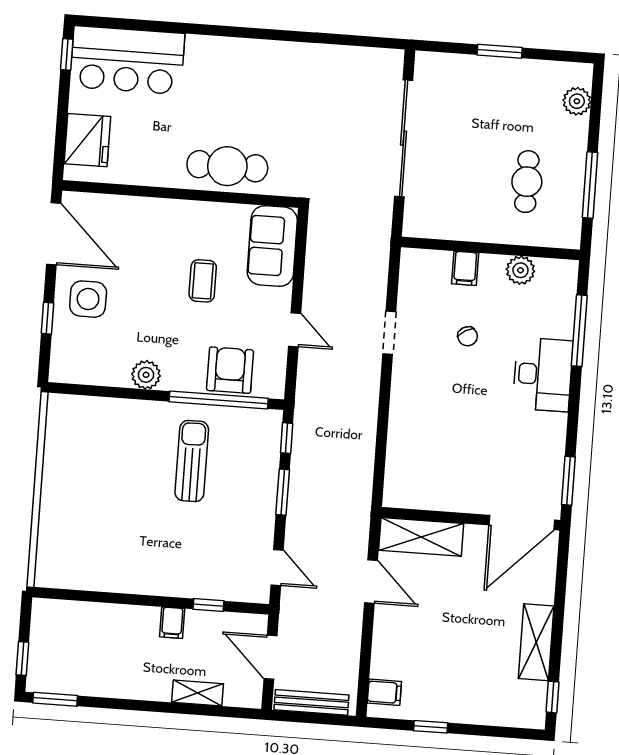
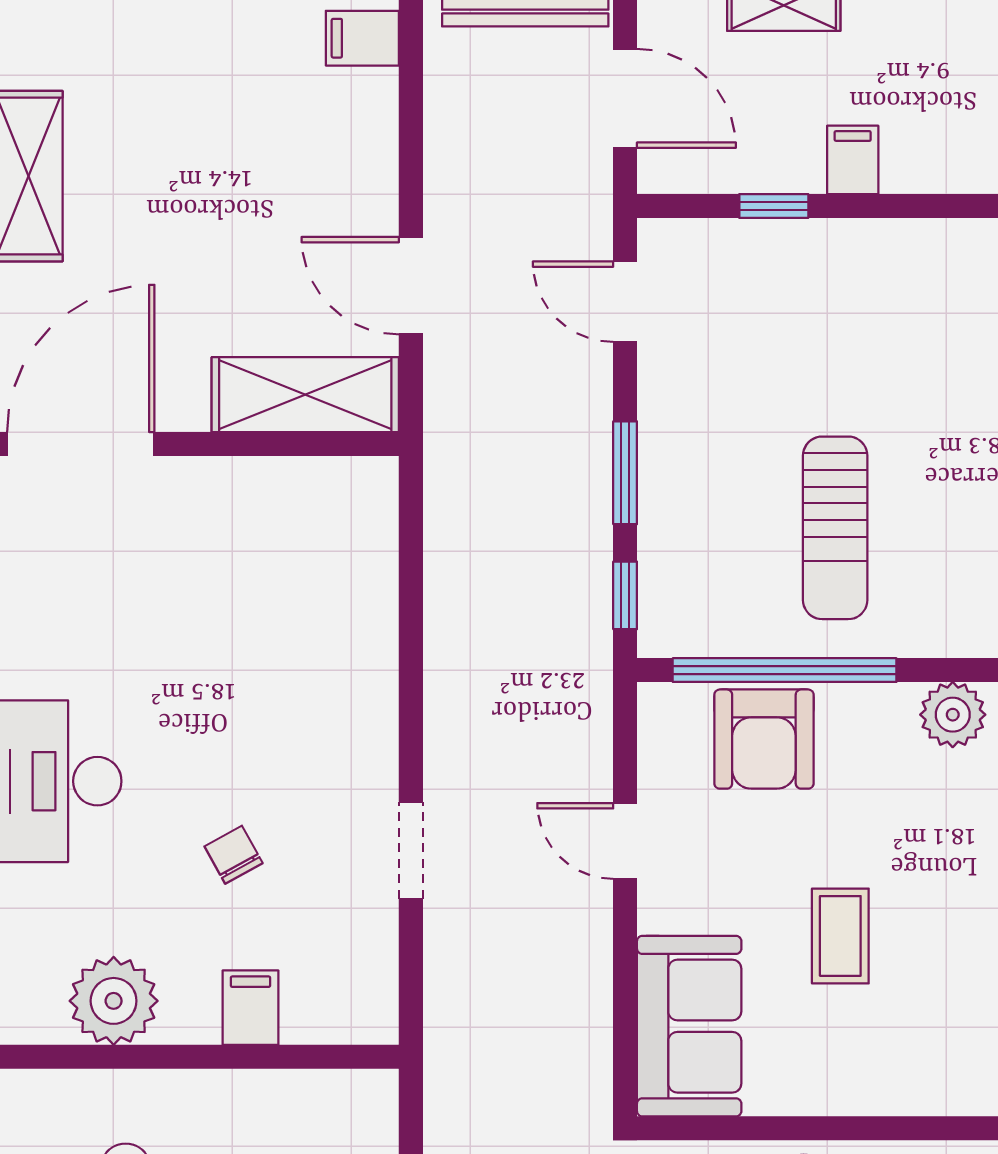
plant: (520, 270) -> (114, 1001), width x1.36, depth x1.36

